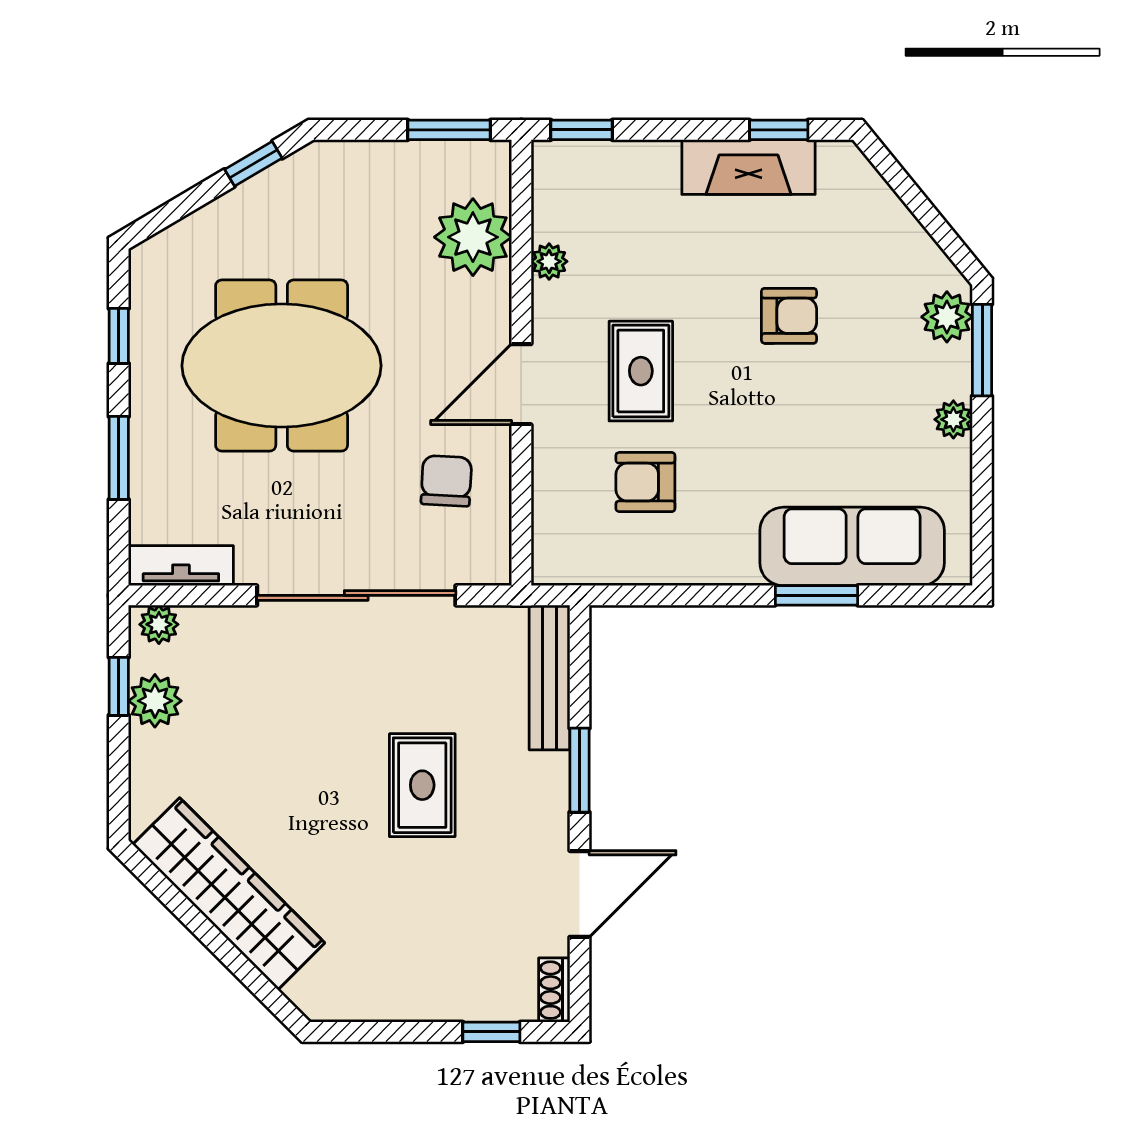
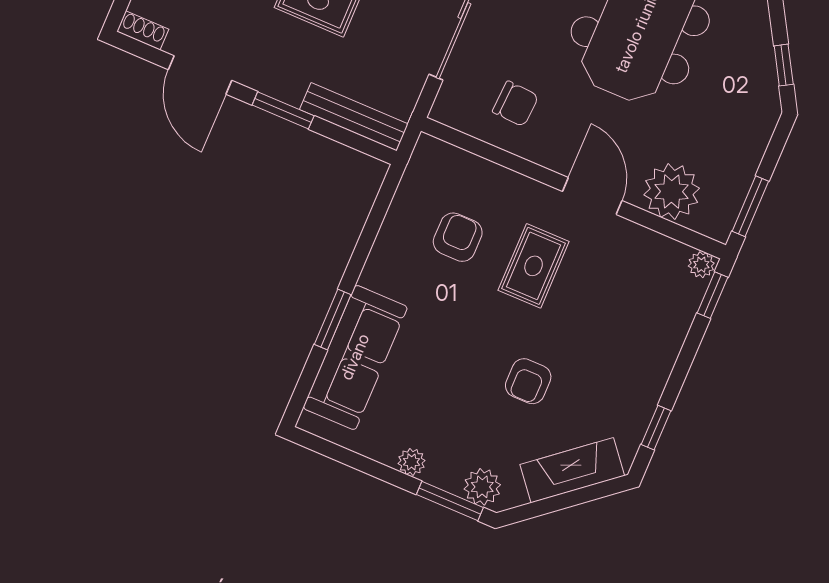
fireplace: (748, 167) -> (572, 470), moved, turned 51
plant: (549, 261) -> (701, 265), moved
rug: (641, 371) -> (534, 266), turned 90
door: (521, 384) -> (592, 196), moved

